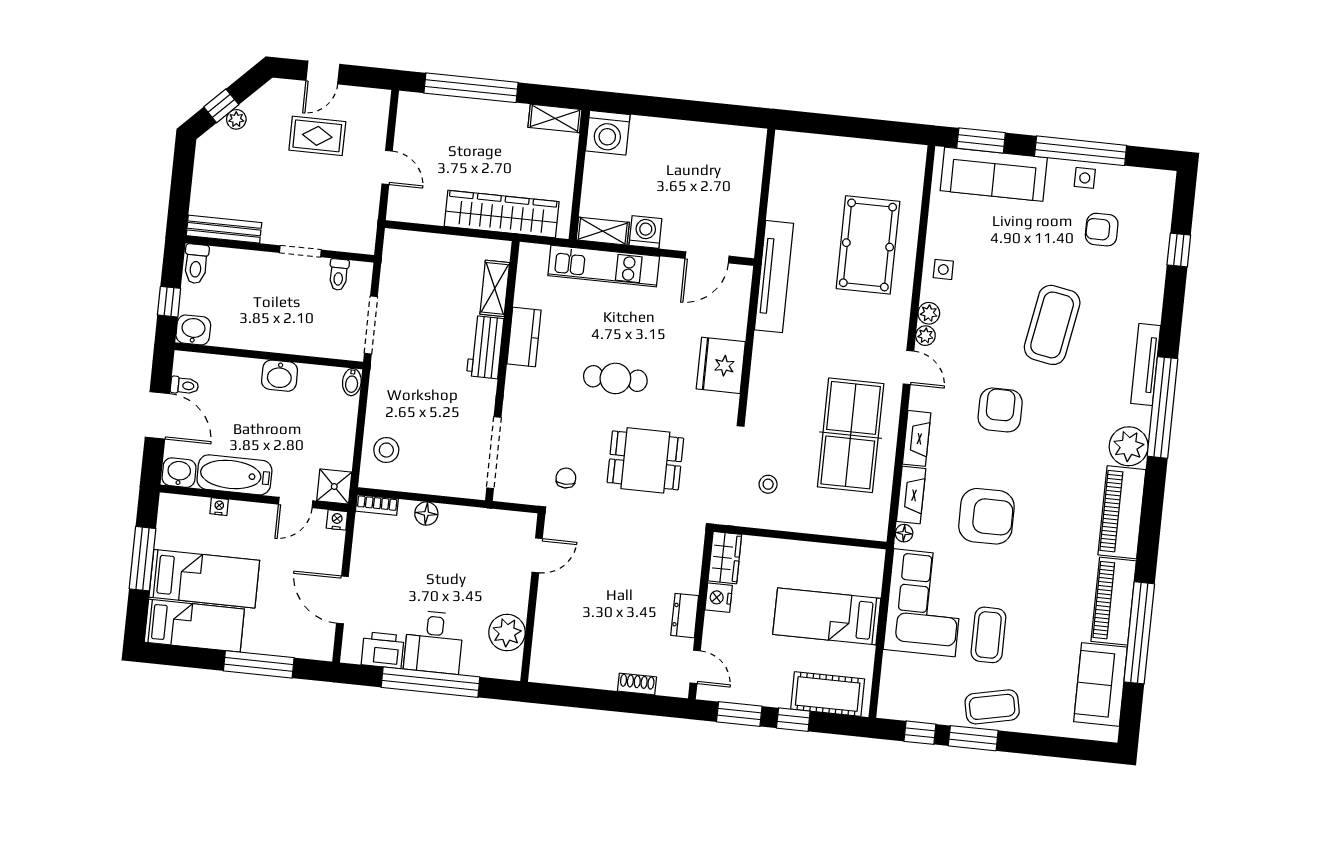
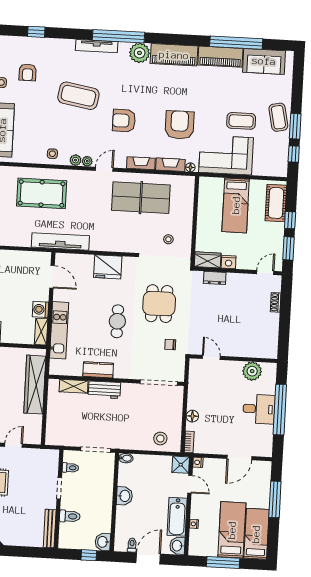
toilet: (196, 264) -> (70, 516), moved
dresser: (685, 616) -> (215, 278), moved
printer: (383, 650) -> (264, 435), removed

